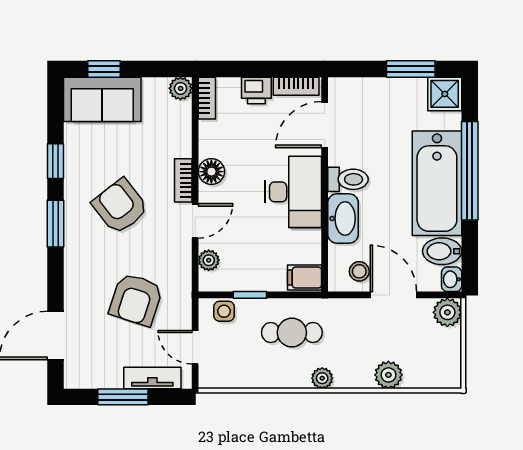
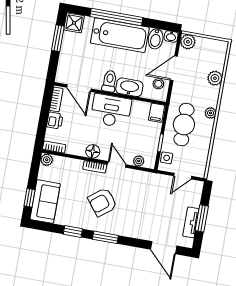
armchair: (136, 300) -> (152, 202), removed
cafe table: (292, 333) -> (184, 124), width x1.37, depth x1.35
tv unit: (152, 378) -> (191, 222), moved

